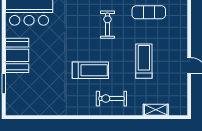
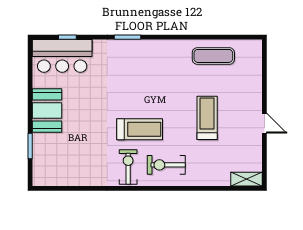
exercise bike: (108, 25) -> (128, 167), moved
shelving: (156, 110) -> (246, 179), moved

